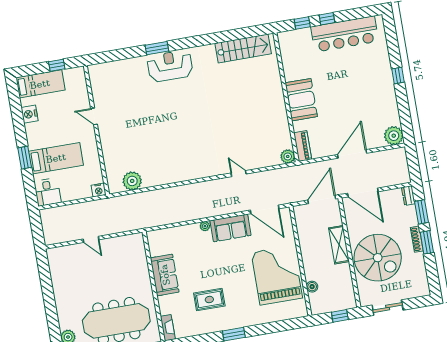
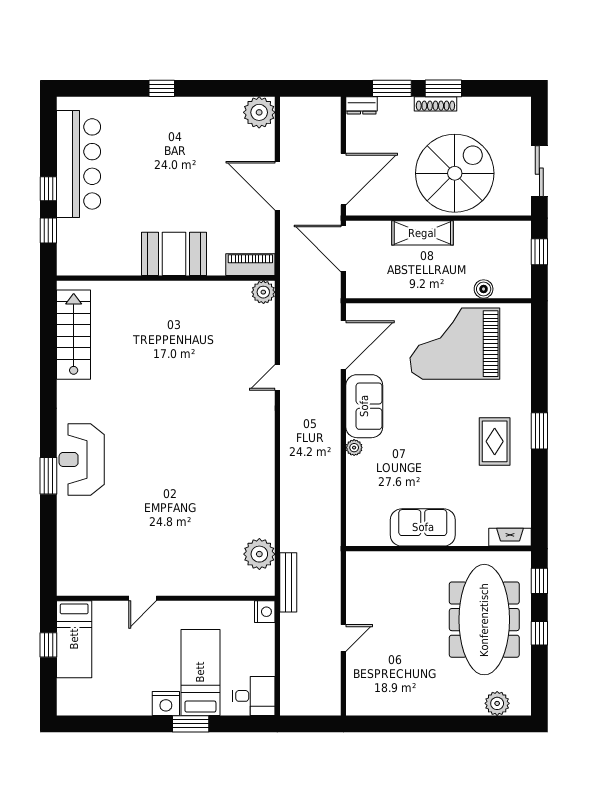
bed: (40, 84) -> (74, 639), moved, turned 180
nightstand: (30, 114) -> (166, 703), moved
bench: (118, 201) -> (288, 582), added
rug: (209, 300) -> (495, 441), moved

